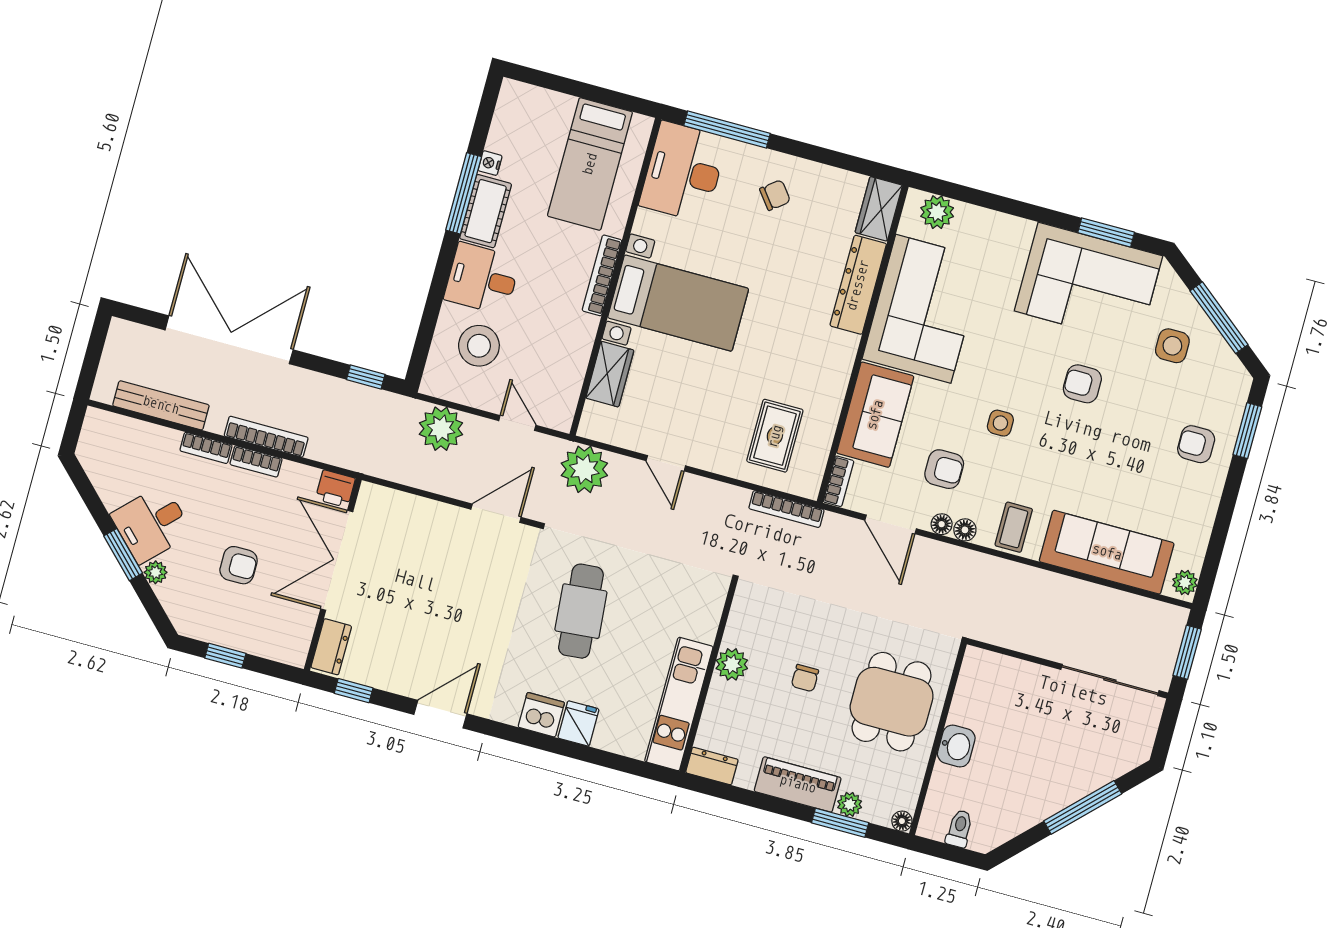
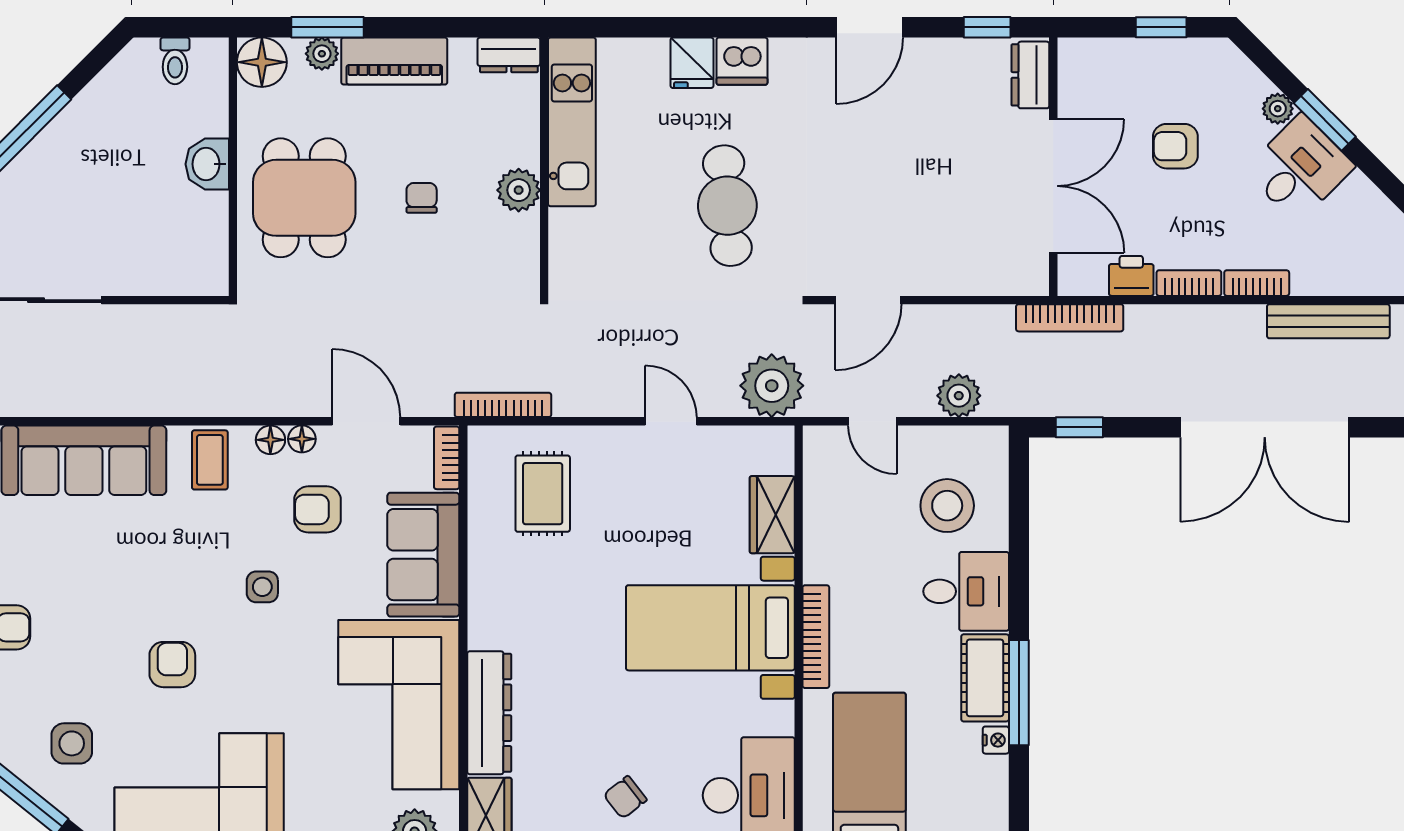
armchair: (1082, 384) -> (172, 665), turned -90
plant: (441, 429) -> (959, 396), width x0.73, depth x0.73
bookcase: (266, 437) -> (1070, 318), moved
printer: (335, 489) -> (1131, 276), moved
floor lamp: (902, 821) -> (262, 62), width x1.89, depth x1.89

